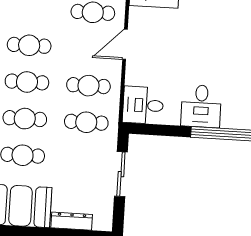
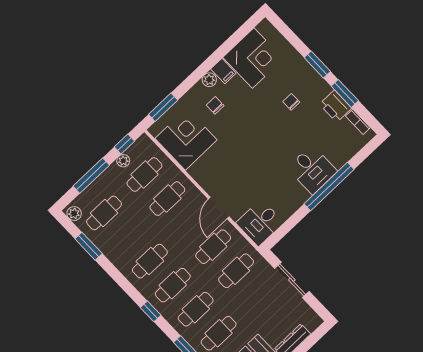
door: (125, 44) -> (219, 208), moved
desk: (201, 106) -> (312, 170), moved

